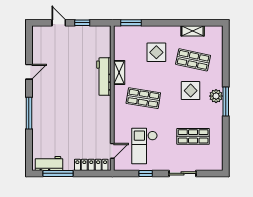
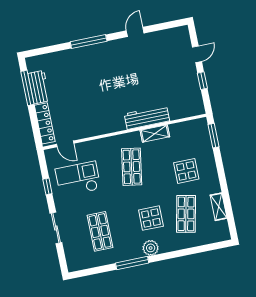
door: (29, 72) -> (135, 32), swing flipped
window: (226, 101) -> (132, 263), moved
workbench: (49, 163) -> (39, 87), moved

